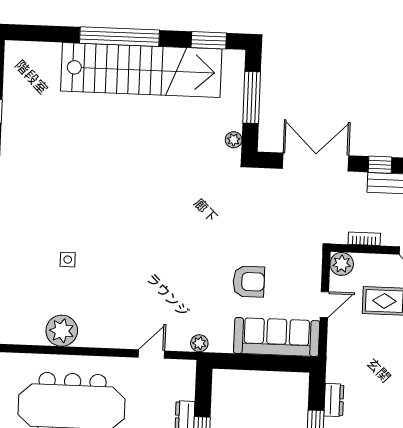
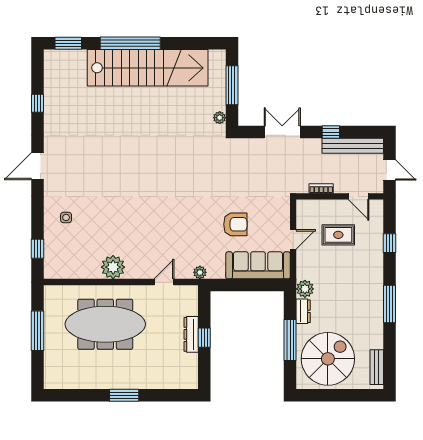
window: (209, 40) -> (68, 43), moved
double door: (316, 162) -> (282, 132), width x0.73
side table: (68, 260) -> (66, 217), moved
plant: (342, 264) -> (305, 289), moved
plant: (62, 331) -> (113, 267), moved

